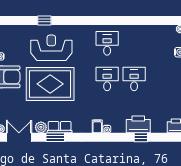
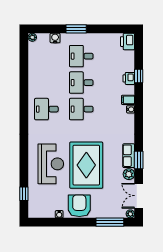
window: (44, 21) -> (24, 194), moved
reception desk: (51, 48) -> (51, 164), turned 180
desk: (161, 79) -> (81, 56), added
printer: (138, 124) -> (129, 78), width x0.53, depth x0.68
filing cabinet: (97, 126) -> (128, 100), moved

